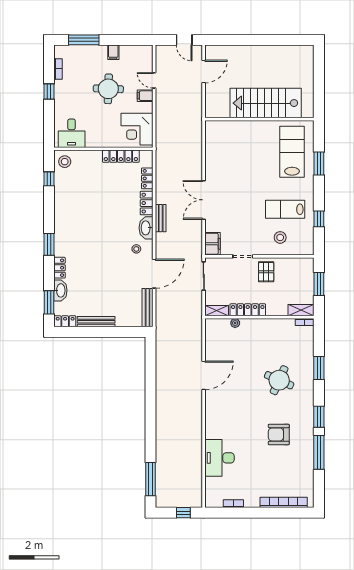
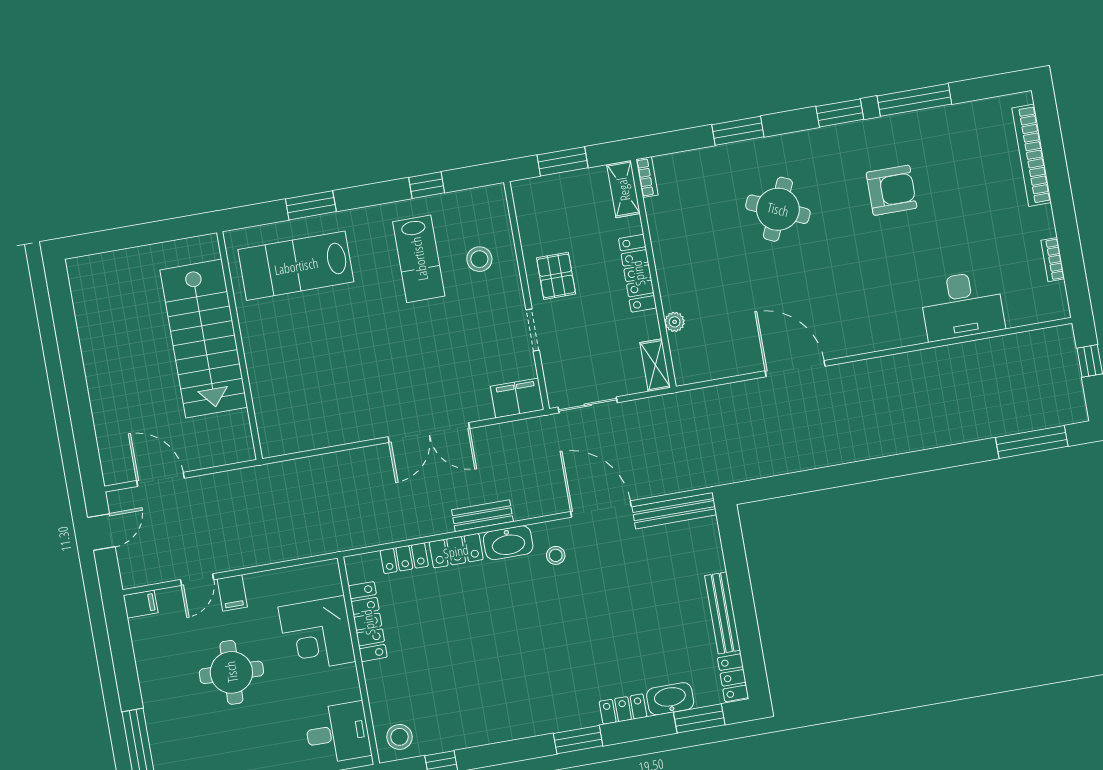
filing cabinet: (113, 52) -> (141, 604), moved
corner desk: (137, 129) -> (317, 634), moved, turned 90
pallet: (266, 272) -> (556, 276), turned 90
locker: (248, 310) -> (638, 273), moved
armchair: (279, 434) -> (891, 190), turned -90

